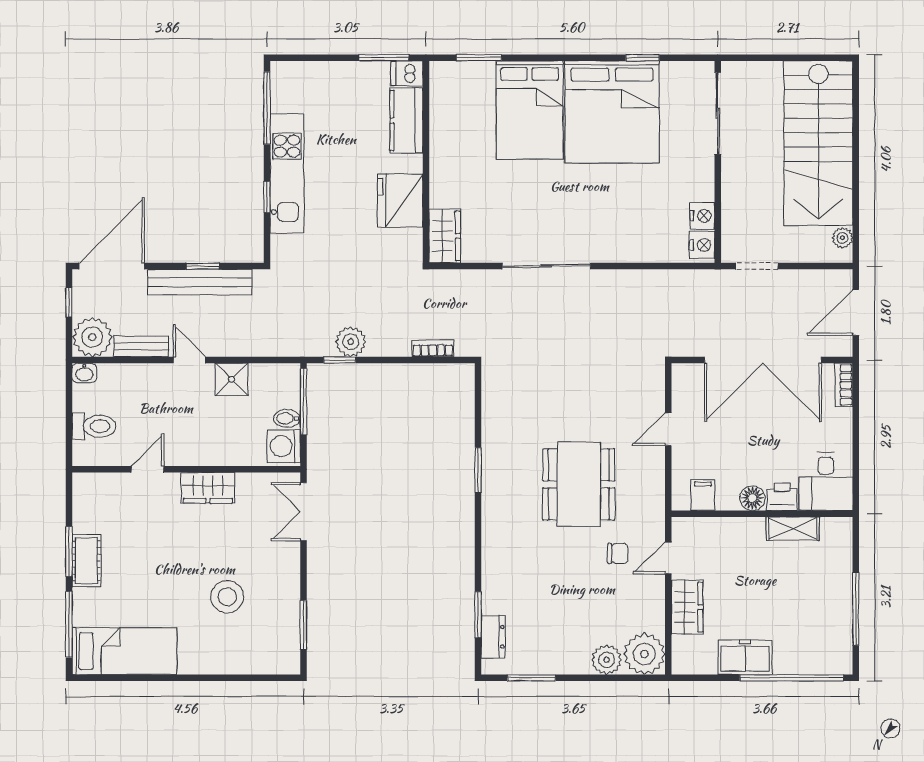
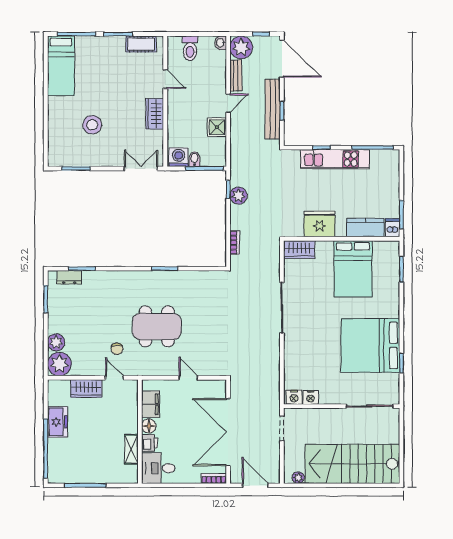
bed: (530, 110) -> (353, 269), moved, turned -90
filing cabinet: (703, 495) -> (151, 404), width x2.00
cot: (86, 561) -> (141, 44), moved

